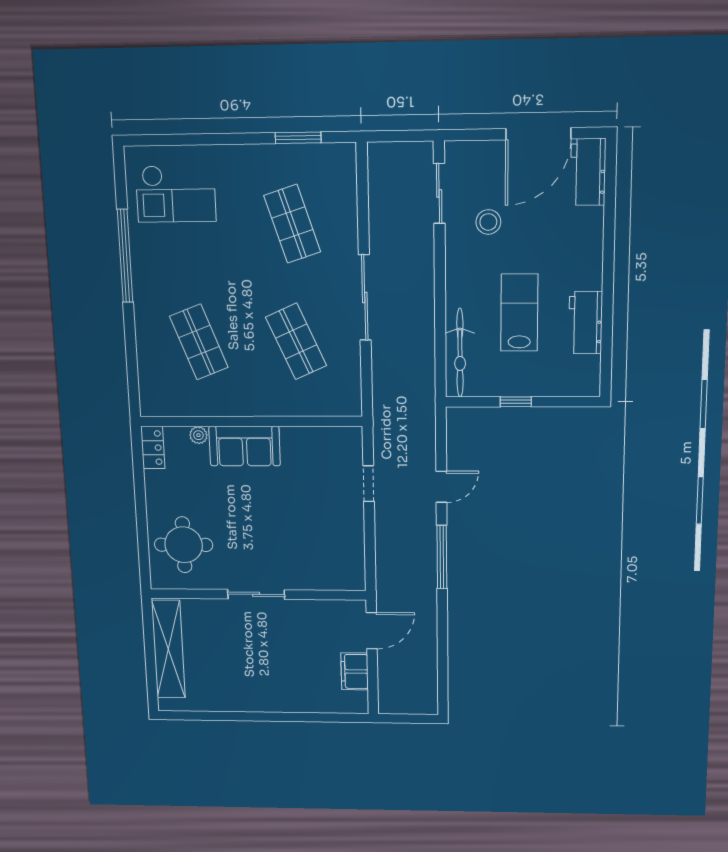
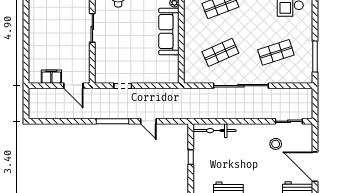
window: (298, 138) -> (315, 56), width x1.44
sliding door: (365, 298) -> (241, 86), width x1.36
lab bench: (519, 313) -> (233, 159), removed
sofa: (245, 446) -> (169, 32), width x1.36
doorway: (369, 484) -> (123, 86), moved

